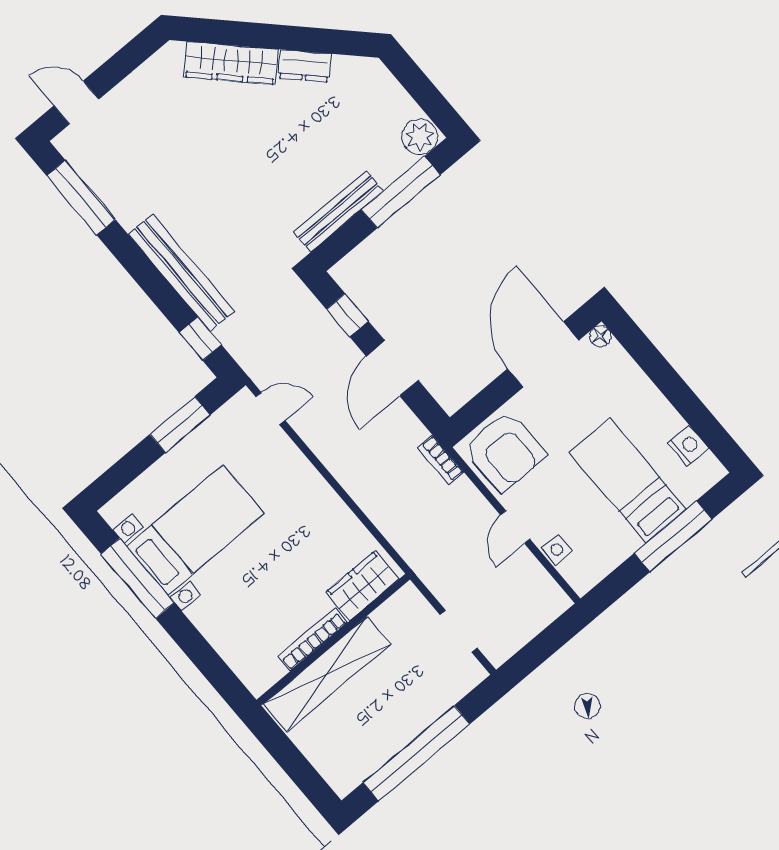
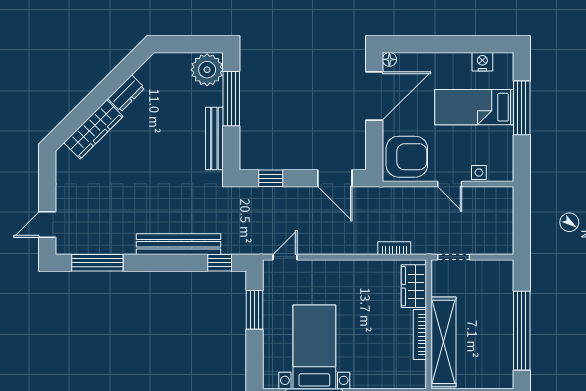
plant: (420, 137) -> (207, 70), width x1.36, depth x1.36
door: (543, 355) -> (374, 96), swing flipped
door: (392, 368) -> (335, 178), moved
bookcase: (441, 460) -> (394, 248), moved, turned 180
doorway: (459, 631) -> (454, 257), moved

